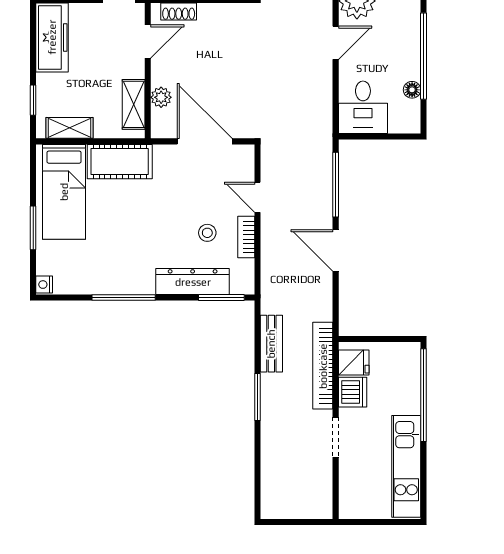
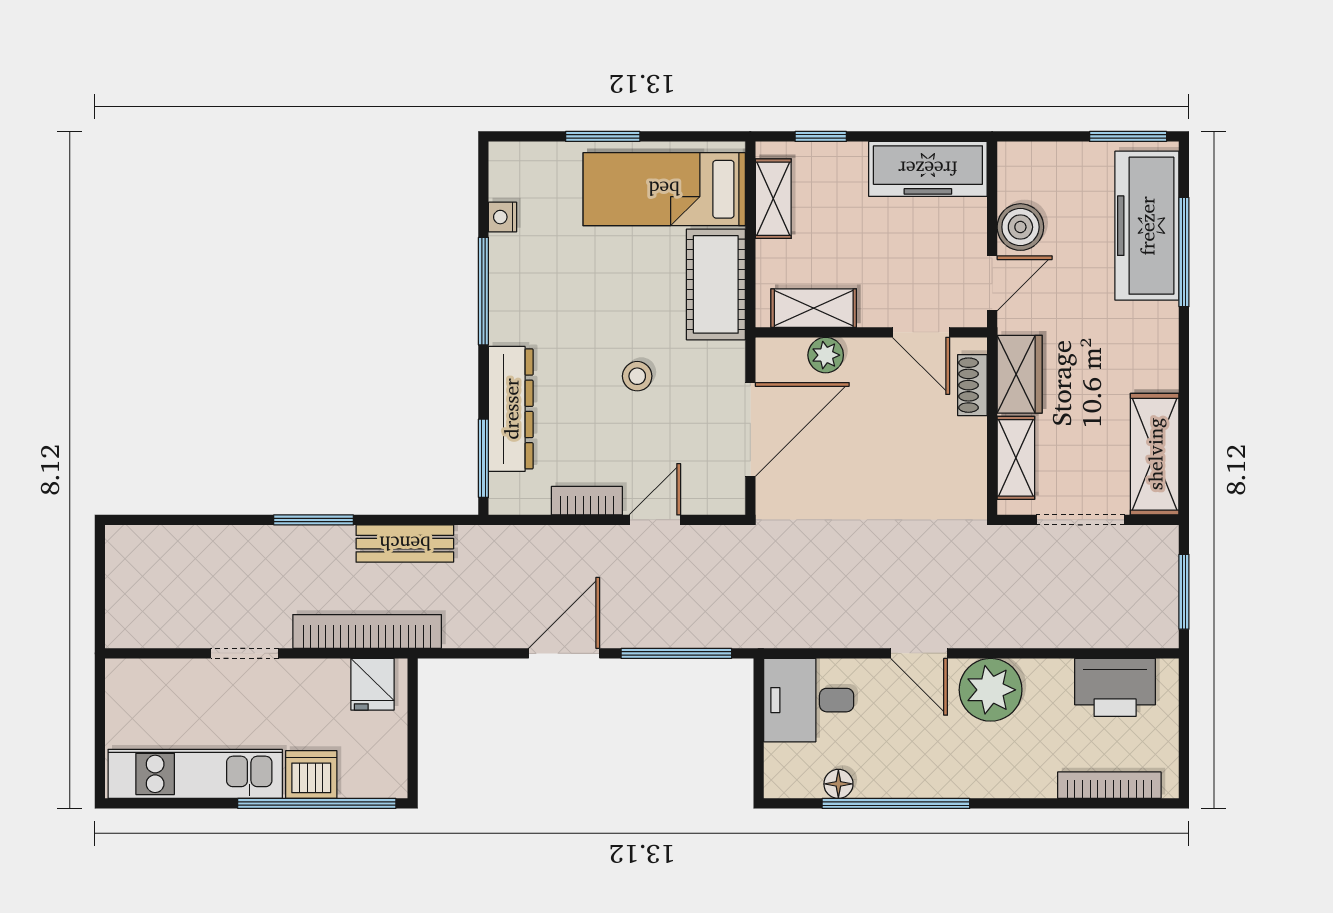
stool: (207, 233) -> (637, 376), moved
nightstand: (44, 285) -> (503, 217), moved, turned -90
dishwasher: (353, 392) -> (311, 775), moved, turned 180

